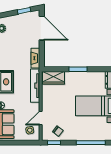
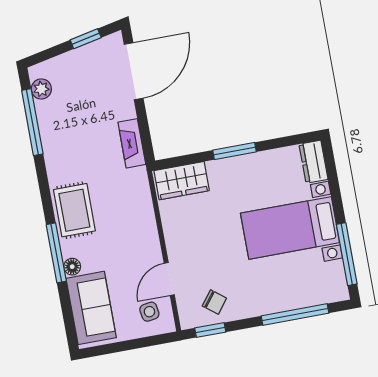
door: (42, 28) -> (134, 71), hinge flipped
tv unit: (35, 86) -> (143, 207), removed

